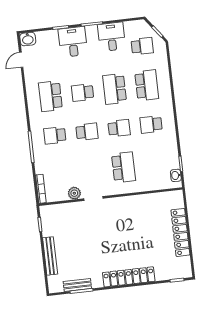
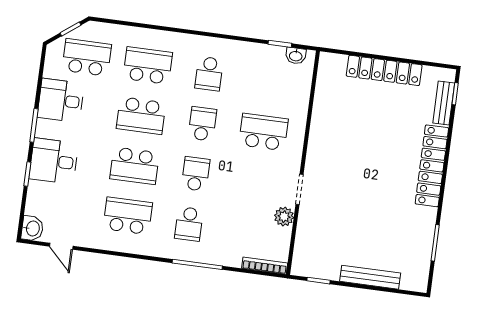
school desk: (142, 46) -> (87, 57), width x1.85
school desk: (83, 93) -> (134, 166), width x1.85
school desk: (50, 96) -> (128, 216), turned 180
bench: (77, 285) -> (444, 103), moved

